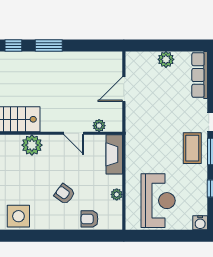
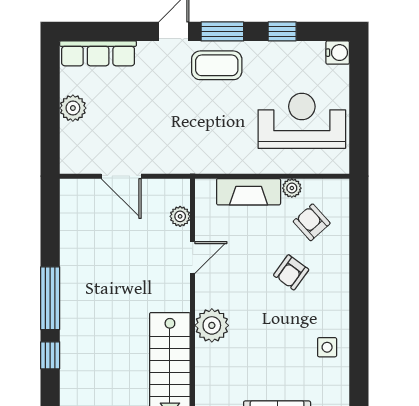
window: (49, 45) -> (50, 298), width x1.44
fireplace: (114, 154) -> (249, 192), moved
side table: (18, 216) -> (327, 347), width x0.54, depth x0.54
armchair: (89, 219) -> (312, 222), moved, turned 138

